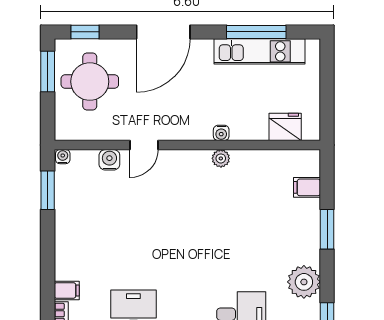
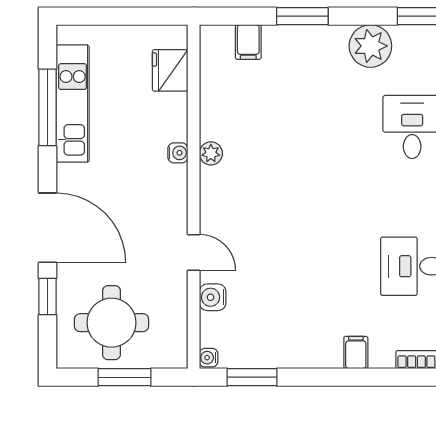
window: (85, 32) -> (47, 297), moved
window: (48, 72) -> (125, 377), moved
filing cabinet: (67, 290) -> (356, 352), moved

